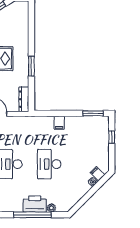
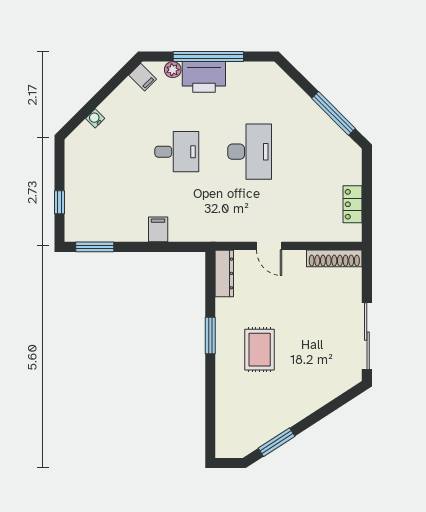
desk: (49, 164) -> (177, 152), width x0.73
filing cabinet: (98, 174) -> (143, 77), moved

